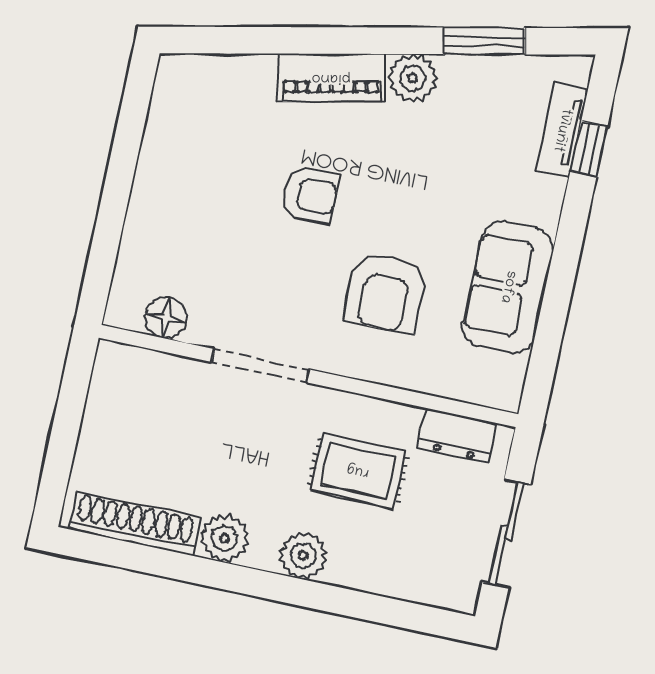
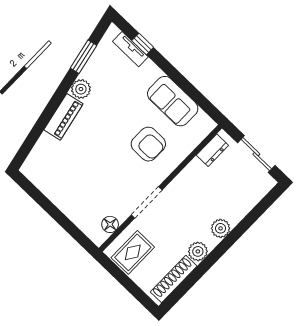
armchair: (310, 195) -> (99, 149), removed
rug: (358, 471) -> (133, 252), moved

